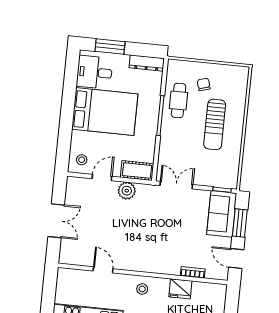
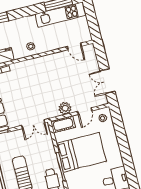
bed: (105, 112) -> (81, 152), moved, turned 180
double door: (56, 221) -> (107, 81), moved
door: (103, 270) -> (74, 46), moved

